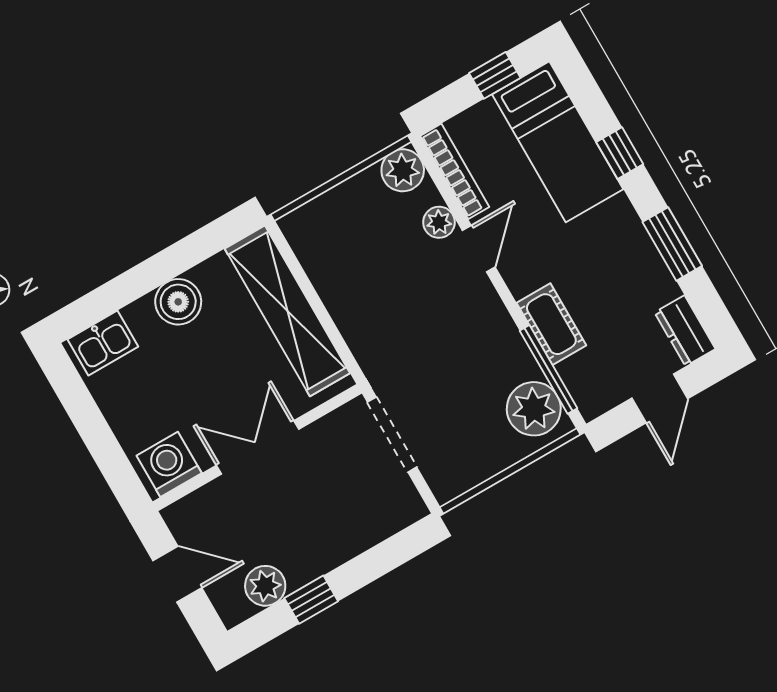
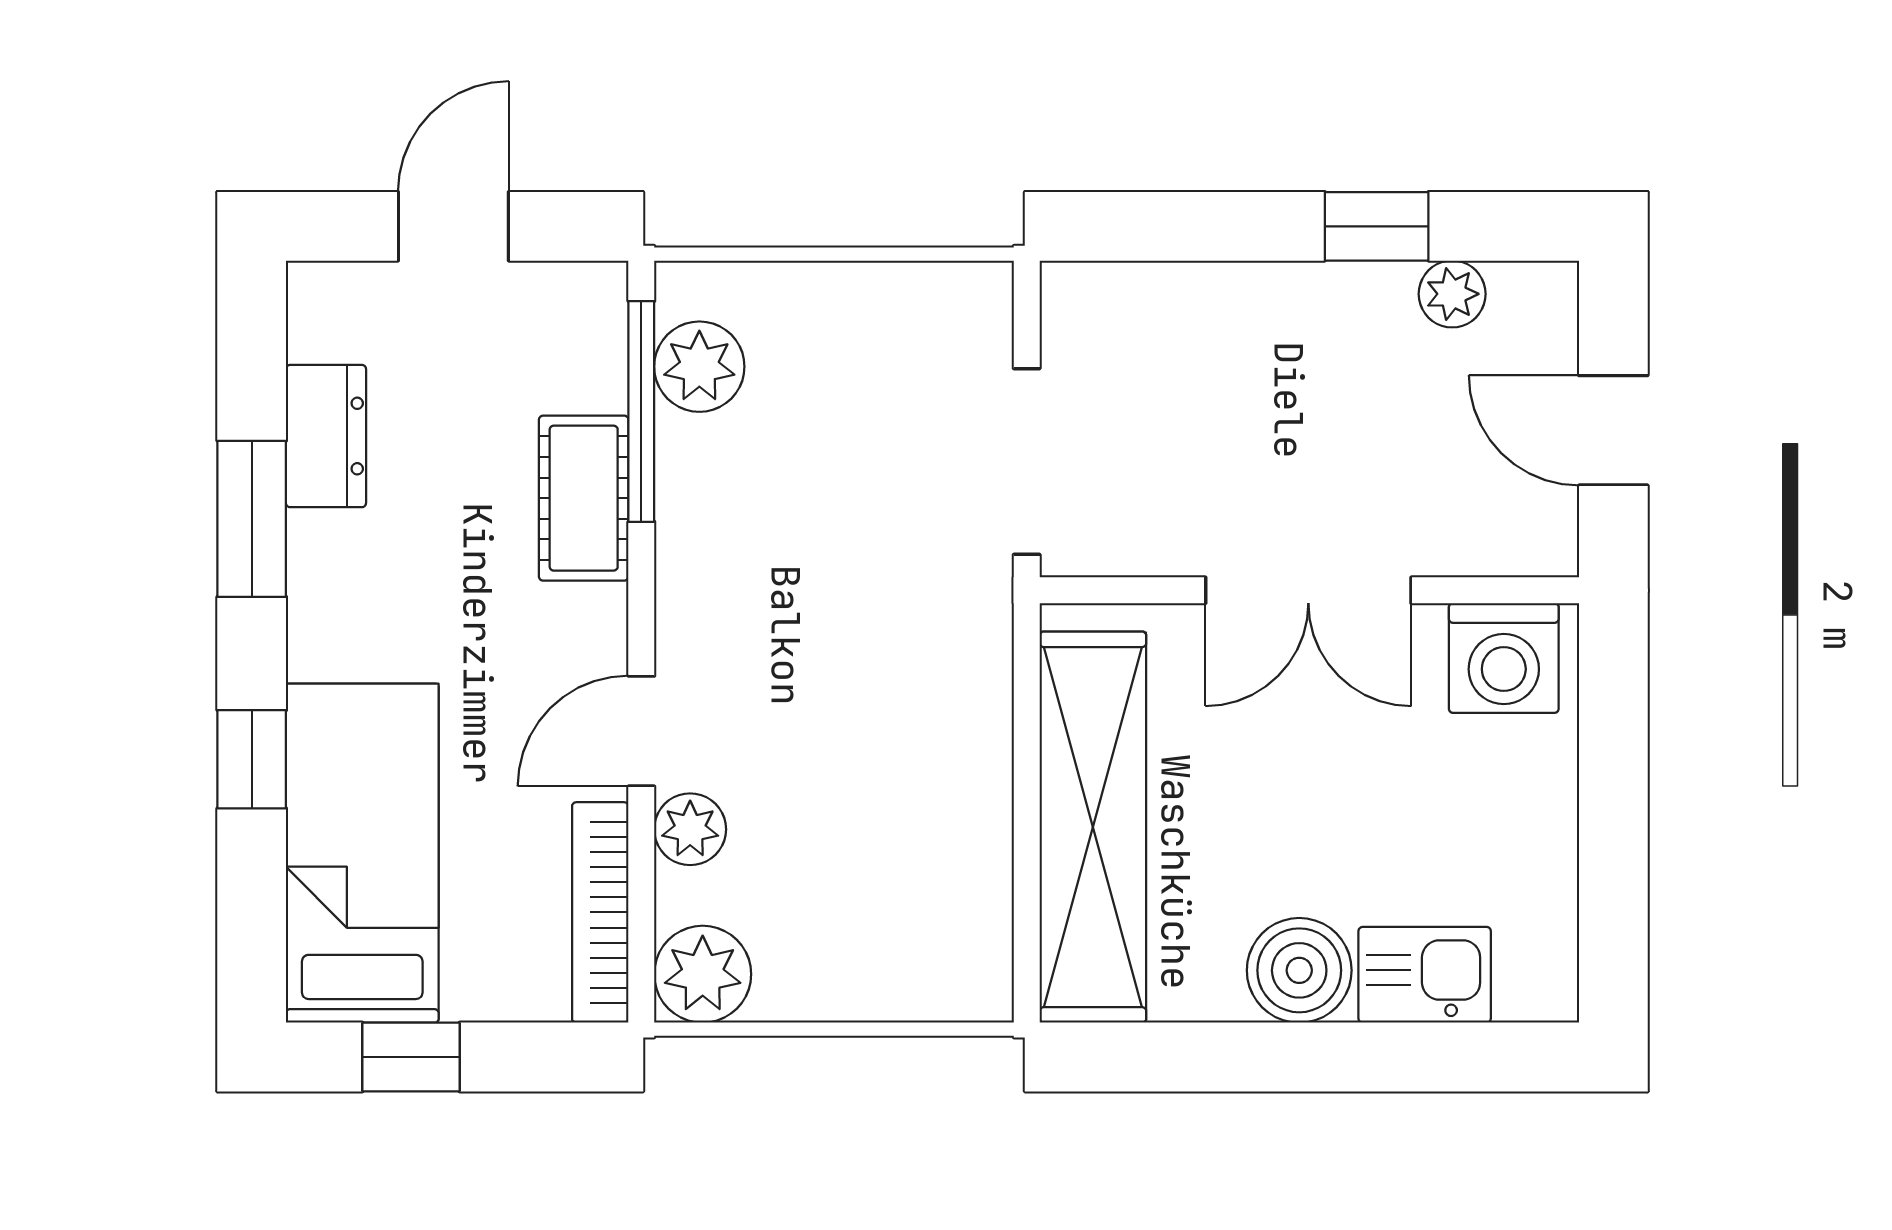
dresser: (685, 331) -> (326, 436), moved
kitchen sink: (103, 343) -> (1425, 975), moved
plant: (534, 409) -> (699, 367), width x0.73, depth x0.73
plant: (265, 586) -> (1452, 294), width x0.73, depth x0.73

